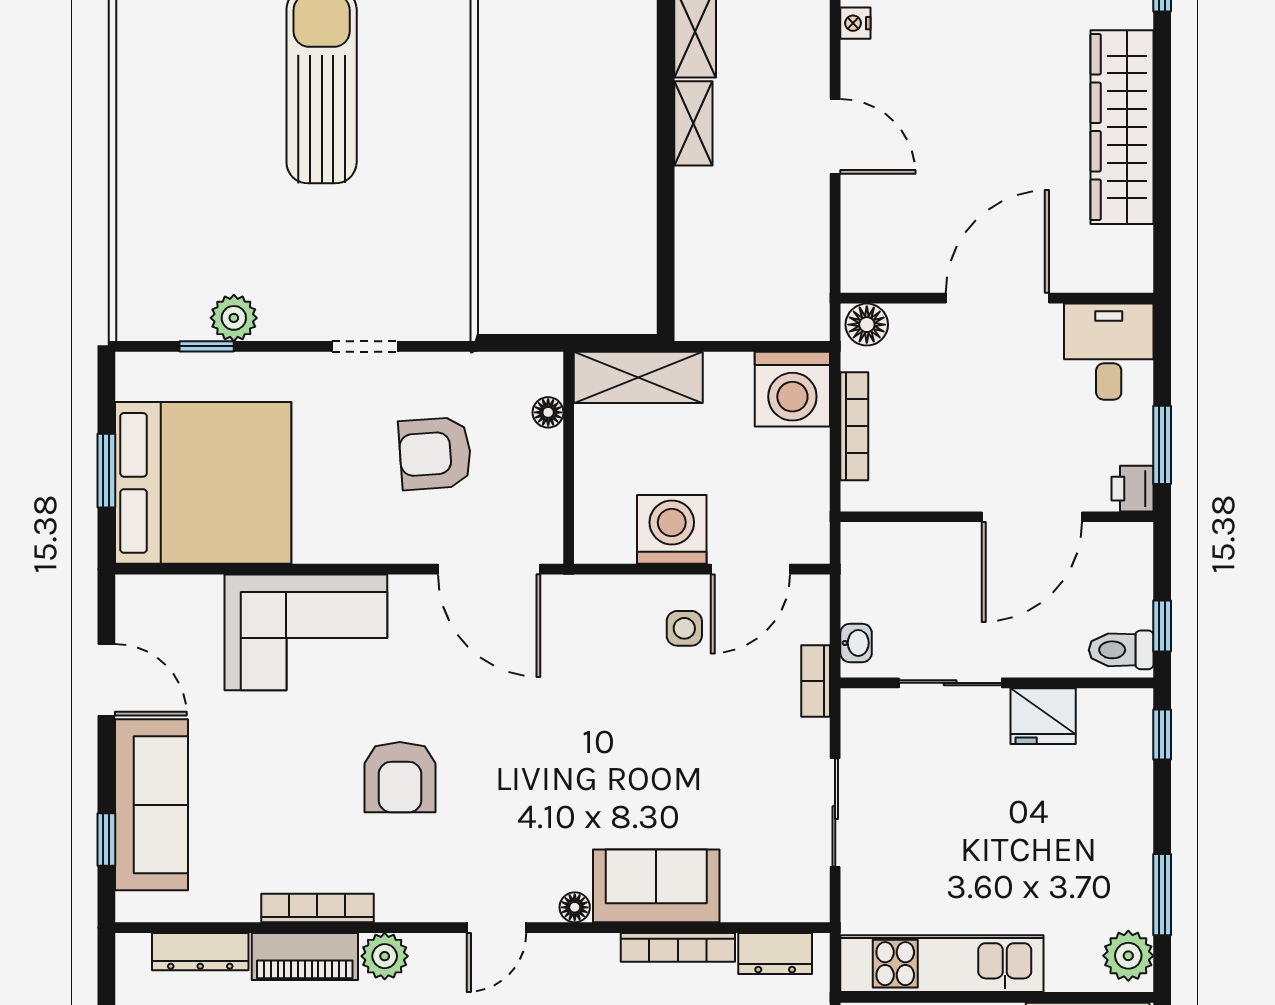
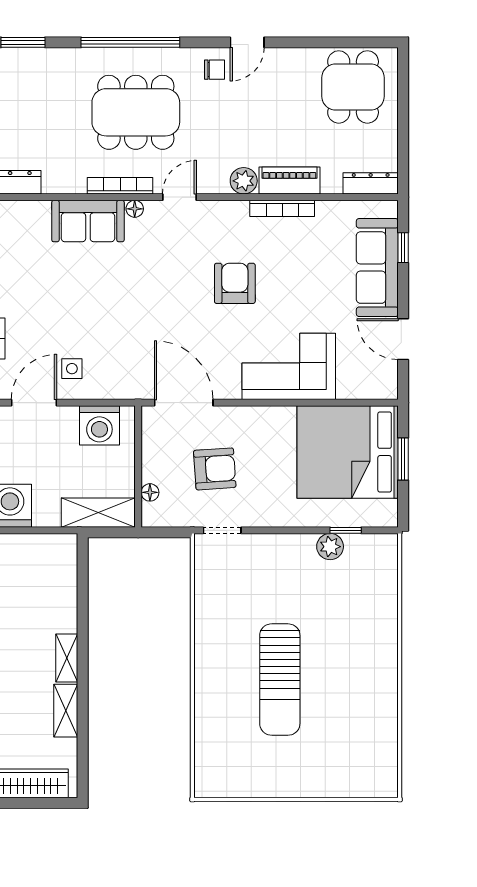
doorway: (365, 346) -> (222, 530), moved
washing machine: (672, 529) -> (99, 425), moved
bookcase: (678, 947) -> (120, 186), moved
dresser: (200, 952) -> (371, 183), moved

